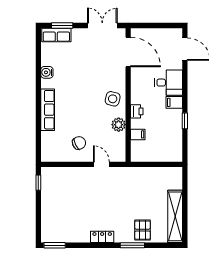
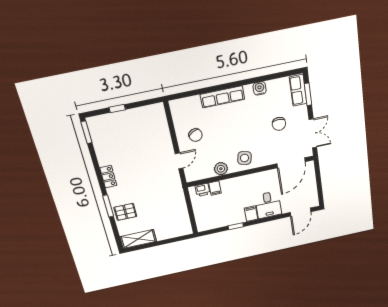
chair: (85, 59) -> (279, 124), added
printer: (137, 111) -> (202, 190), moved
window: (38, 183) -> (117, 109), moved
shelving: (175, 216) -> (138, 239), width x0.68

